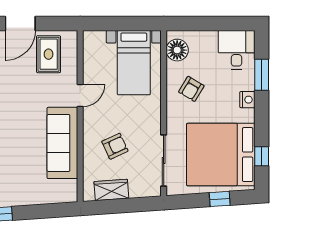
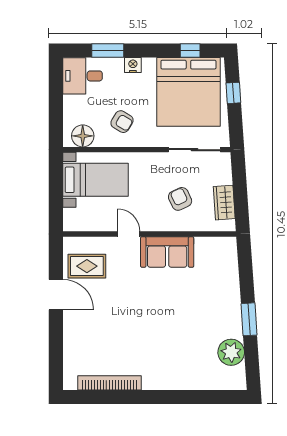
sofa: (62, 143) -> (167, 252), width x0.73

